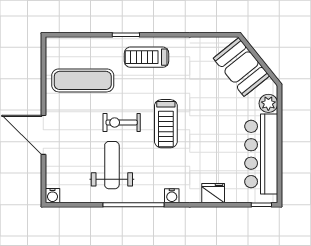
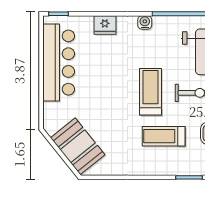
treadmill: (147, 57) -> (164, 136), moved, turned 180
plant: (268, 103) -> (52, 111), removed

